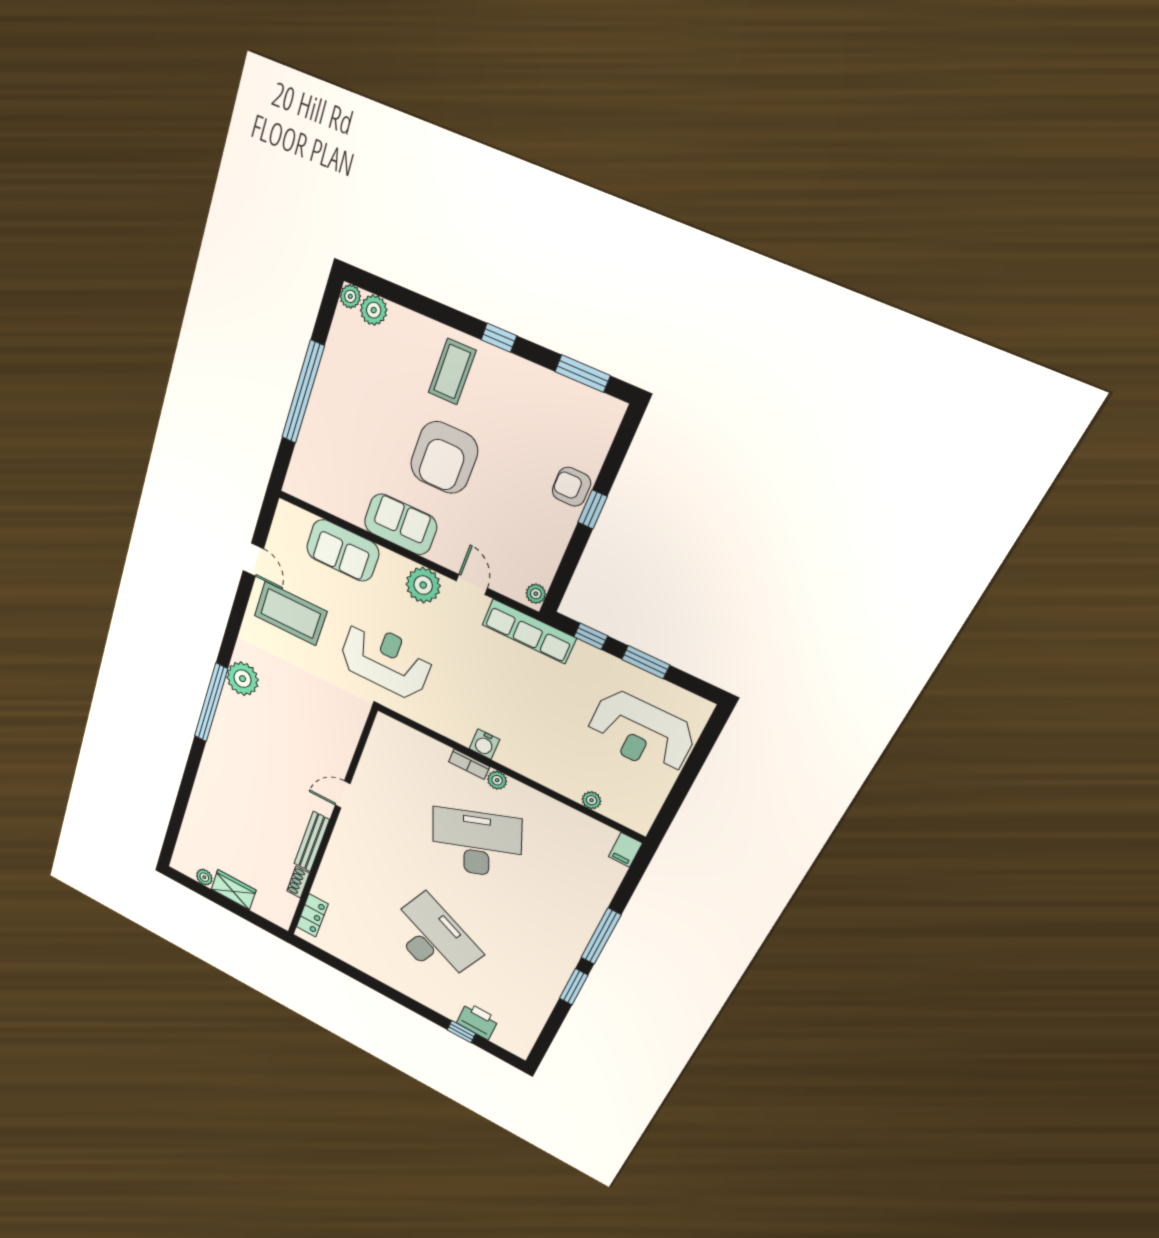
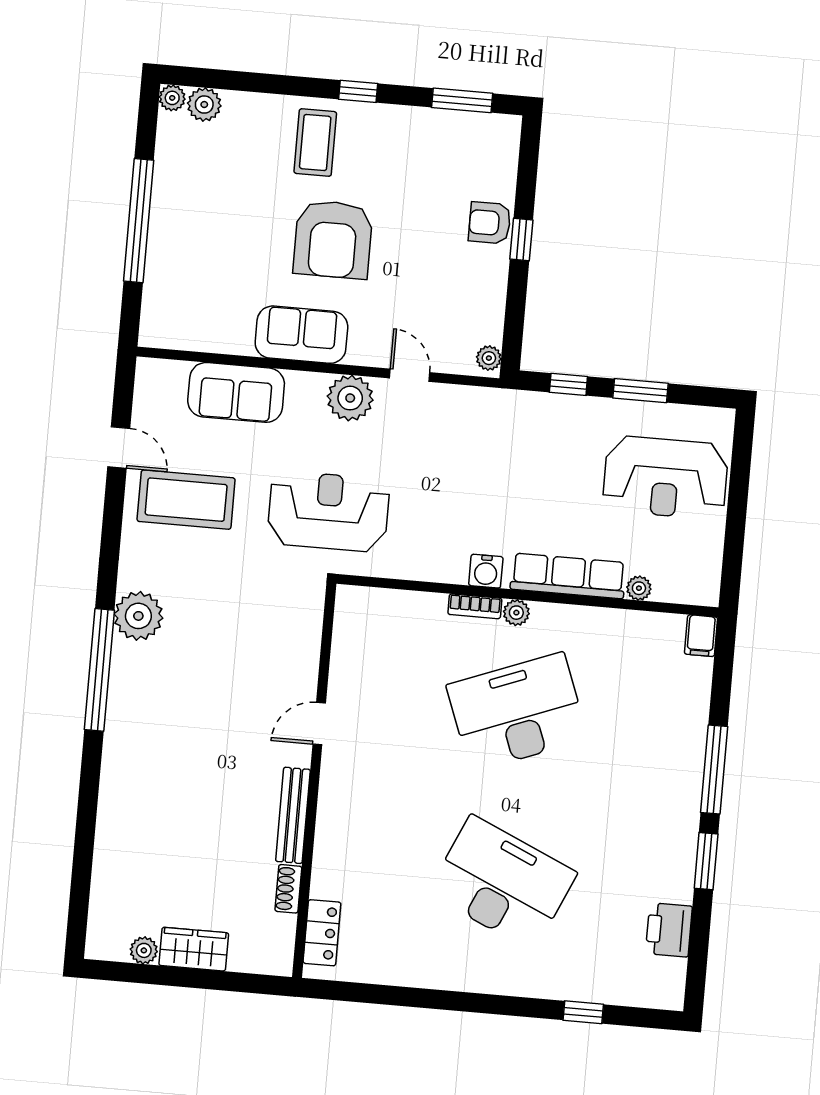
row of seats: (529, 631) -> (568, 576), moved, turned 180
printer: (477, 1021) -> (669, 930), moved, turned -90

